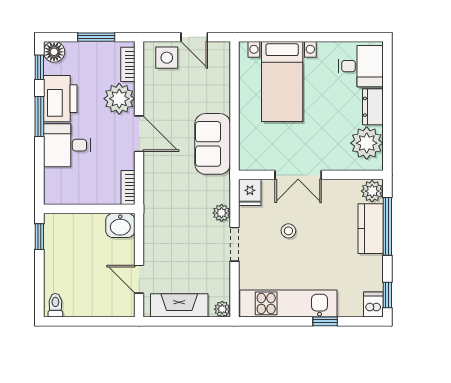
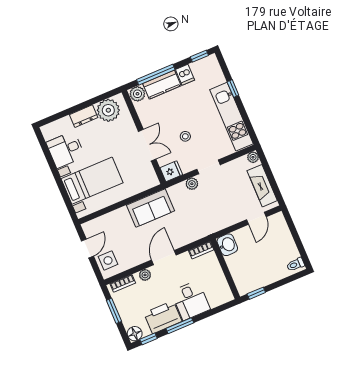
desk: (361, 66) -> (65, 150), moved, turned -90
plant: (119, 99) -> (145, 275), width x0.53, depth x0.53
dishwasher: (373, 305) -> (185, 75), moved, turned -90

